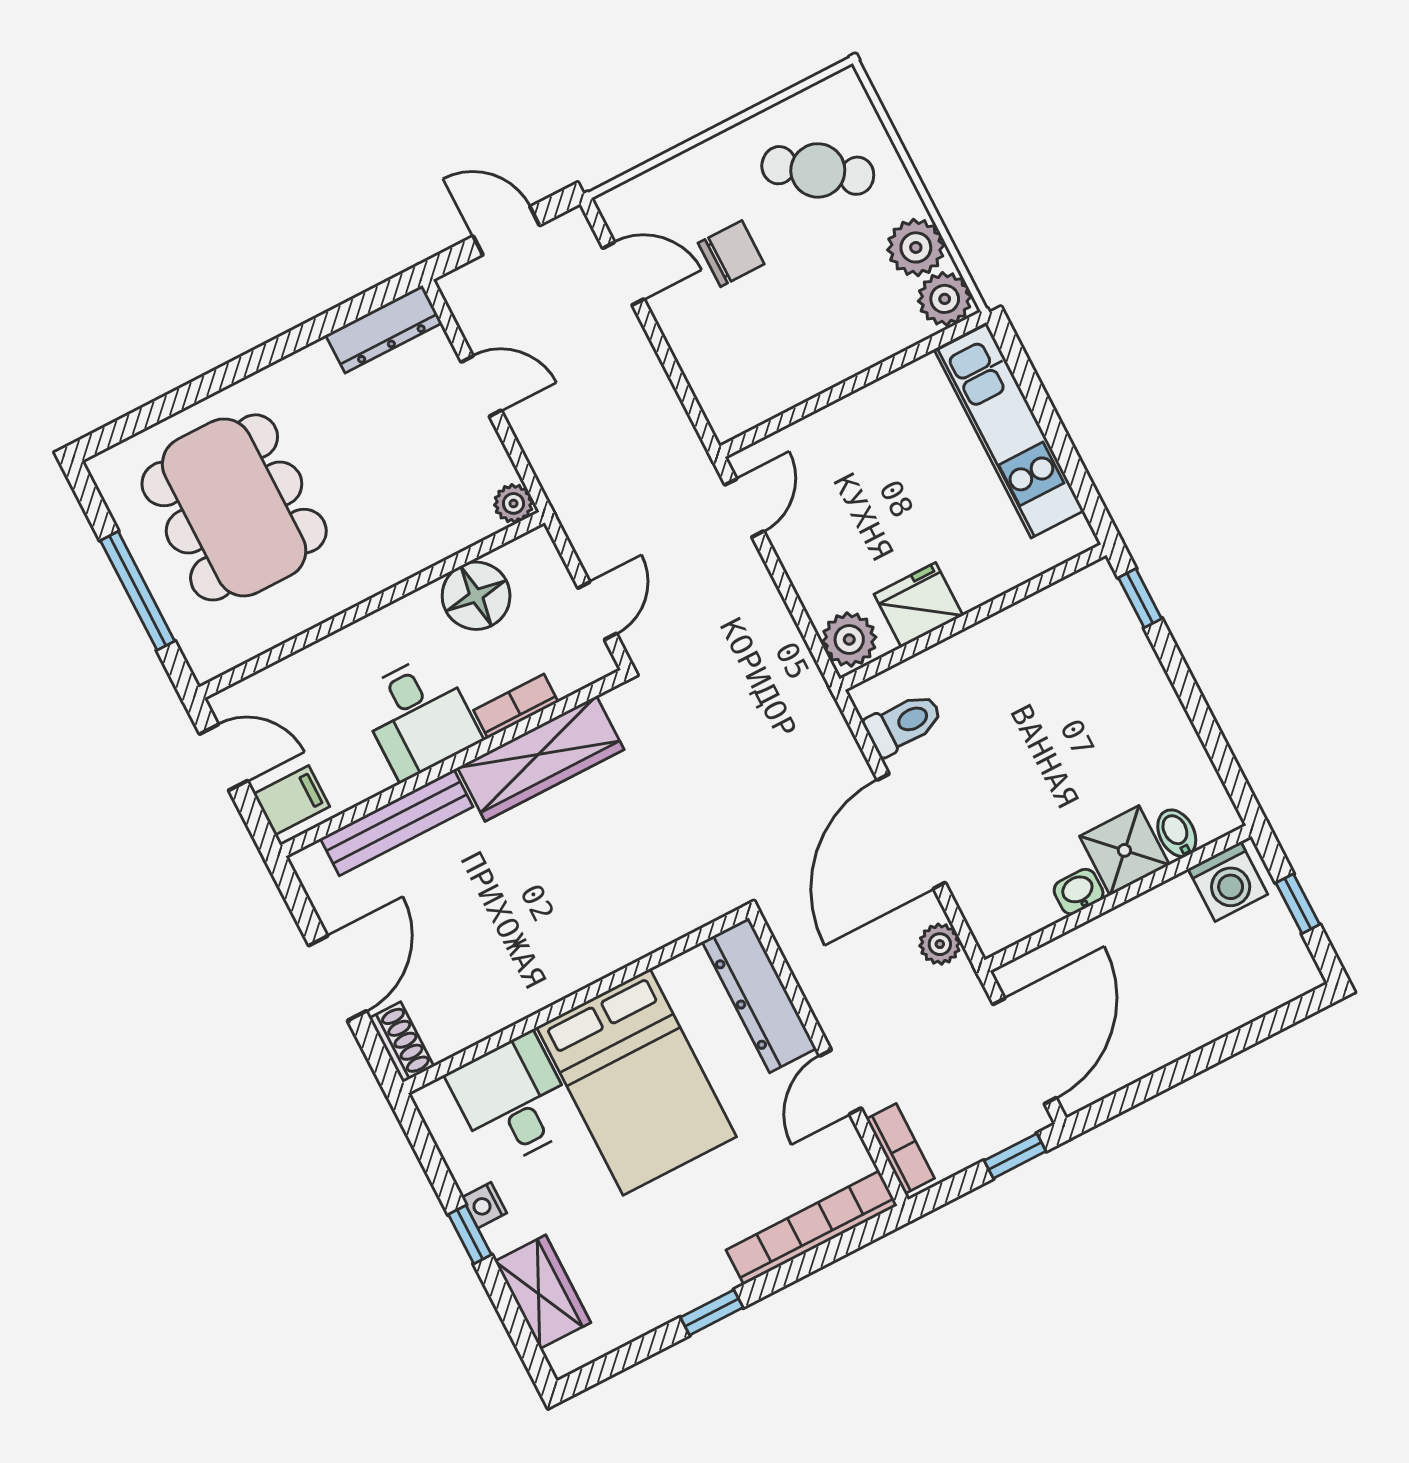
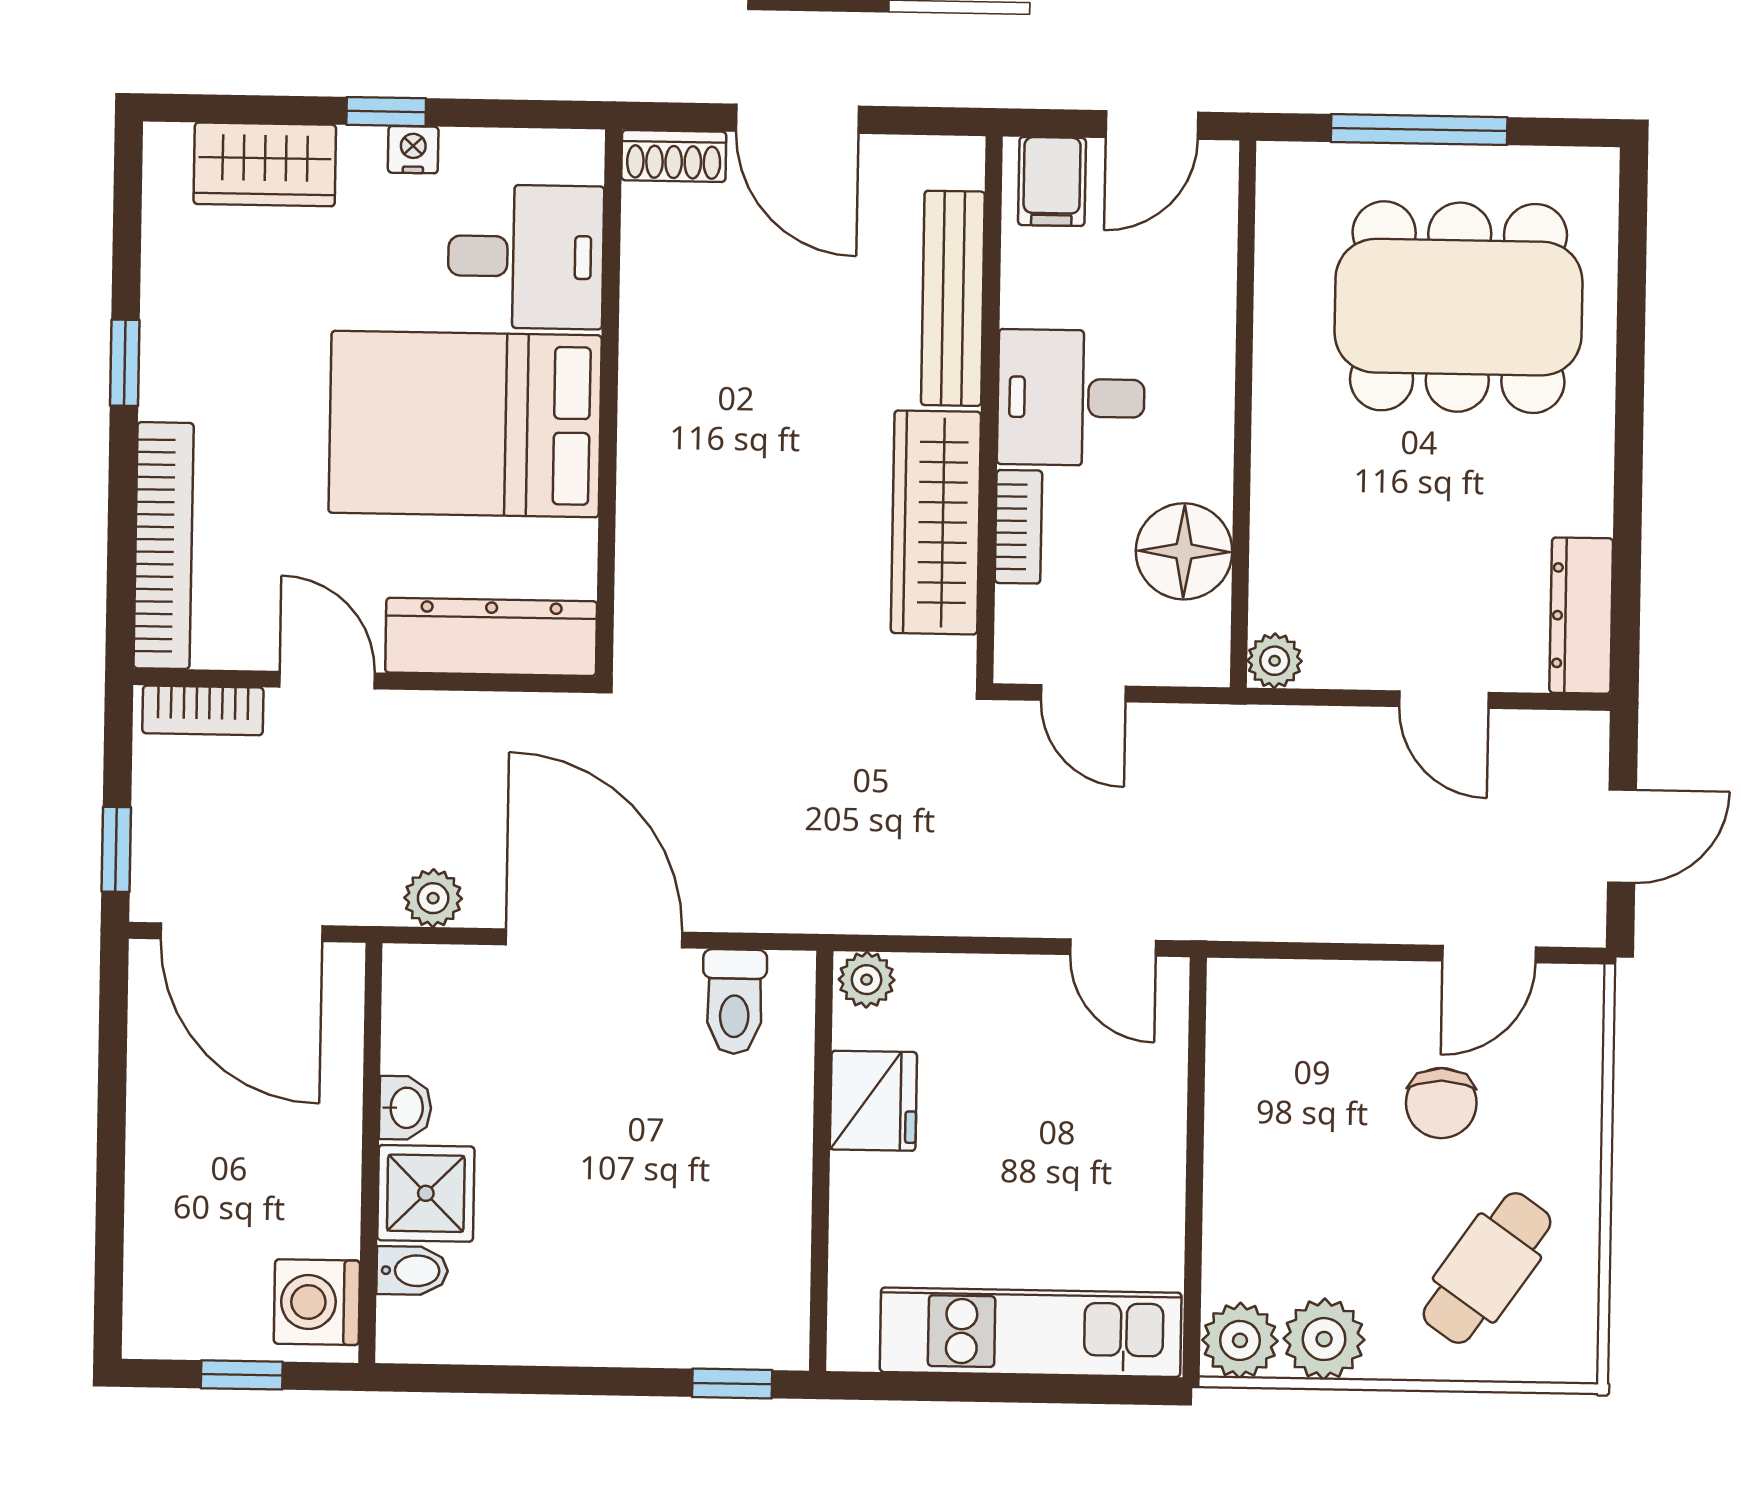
door: (481, 386) -> (1444, 700), hinge flipped
plant: (849, 639) -> (867, 980), width x0.73, depth x0.73

